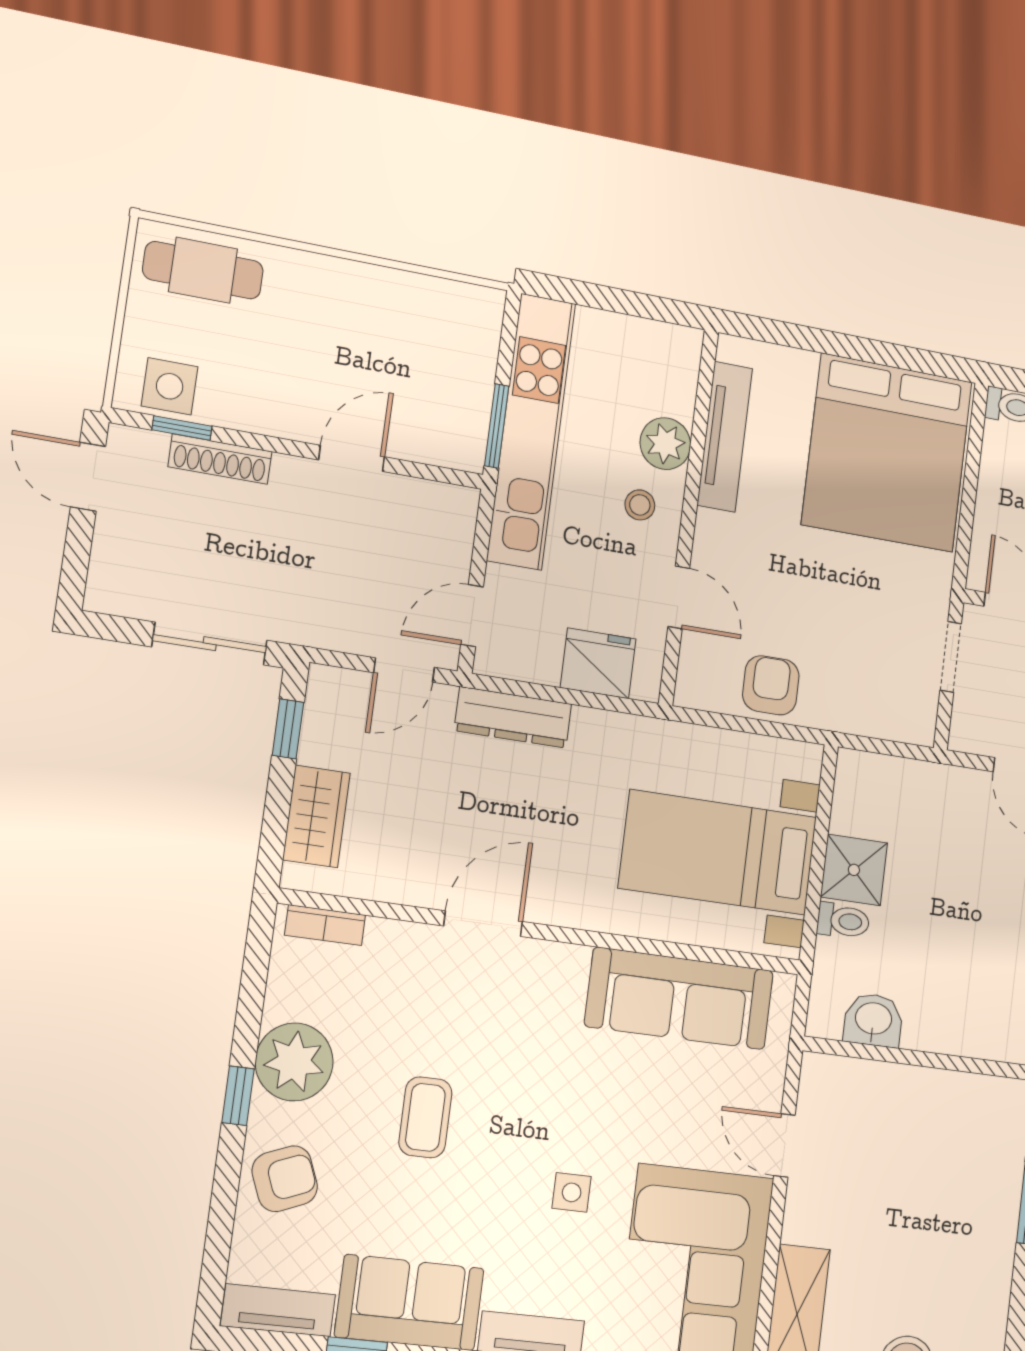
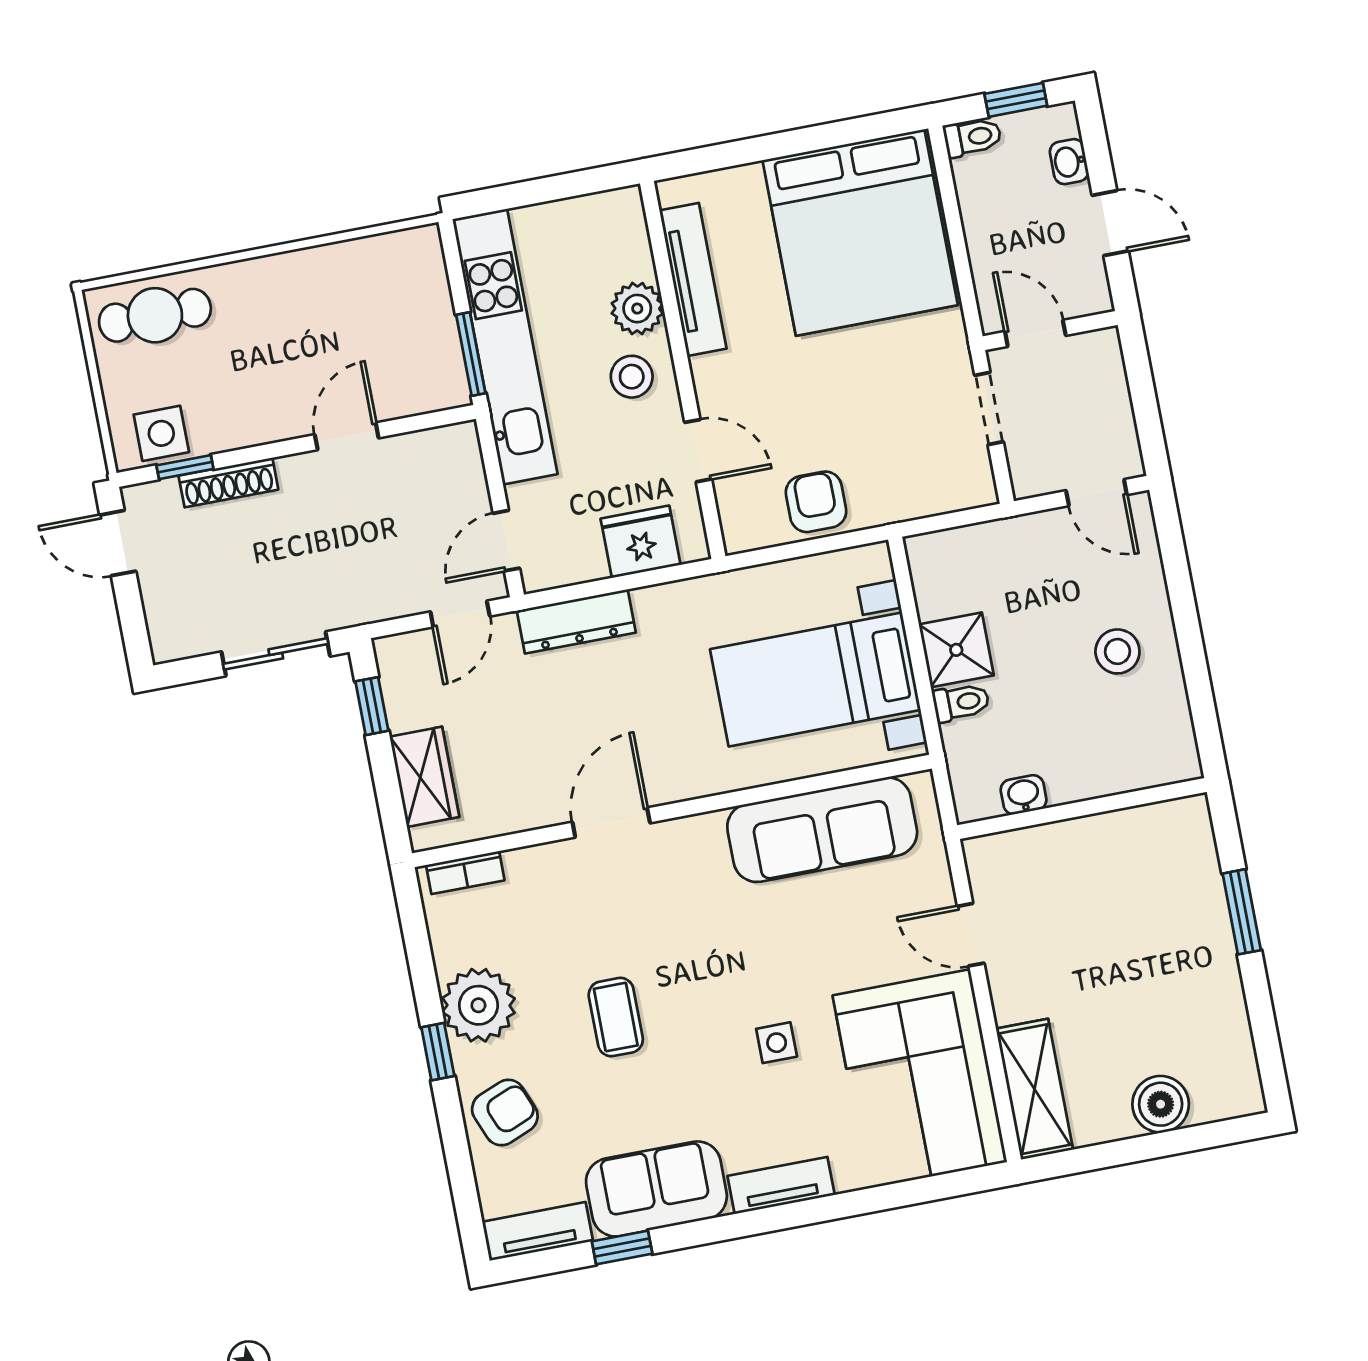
stool: (640, 505) -> (632, 377), width x1.37, depth x1.37
stool: (995, 922) -> (1117, 651), added
washbasin: (873, 1020) -> (1024, 795), width x0.72, depth x0.69

